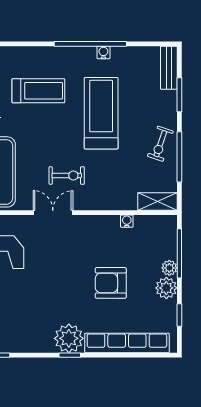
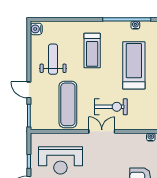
treadmill: (38, 91) -> (92, 50), turned 90
exercise bike: (67, 176) -> (111, 107), width x1.38, depth x1.39

